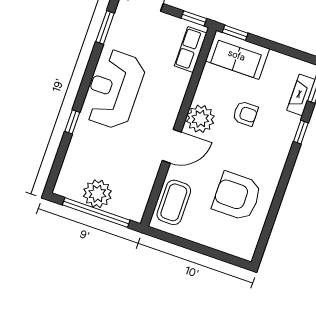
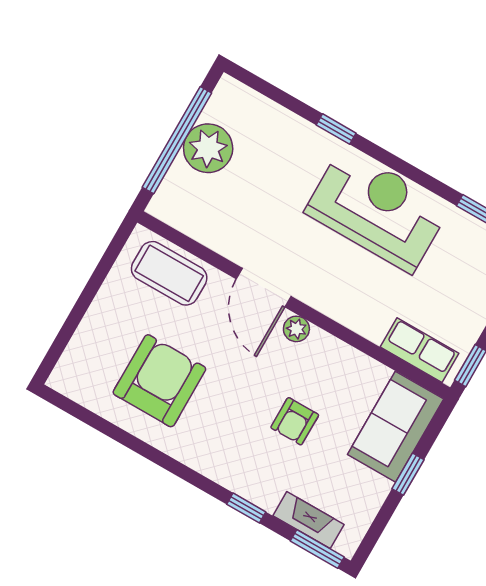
window: (235, 33) -> (408, 474), moved
plant: (200, 119) -> (296, 329), width x0.53, depth x0.53

